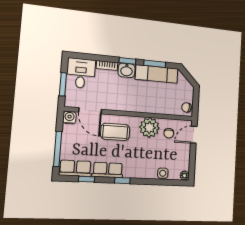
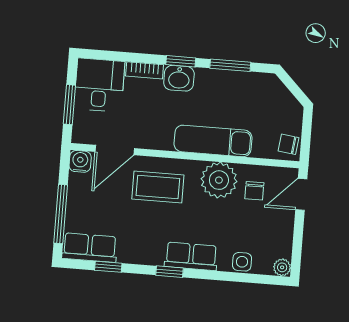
exam couch: (157, 74) -> (213, 141), moved, turned 180
door: (90, 111) -> (115, 150), hinge flipped
row of seats: (108, 170) -> (191, 256), moved

